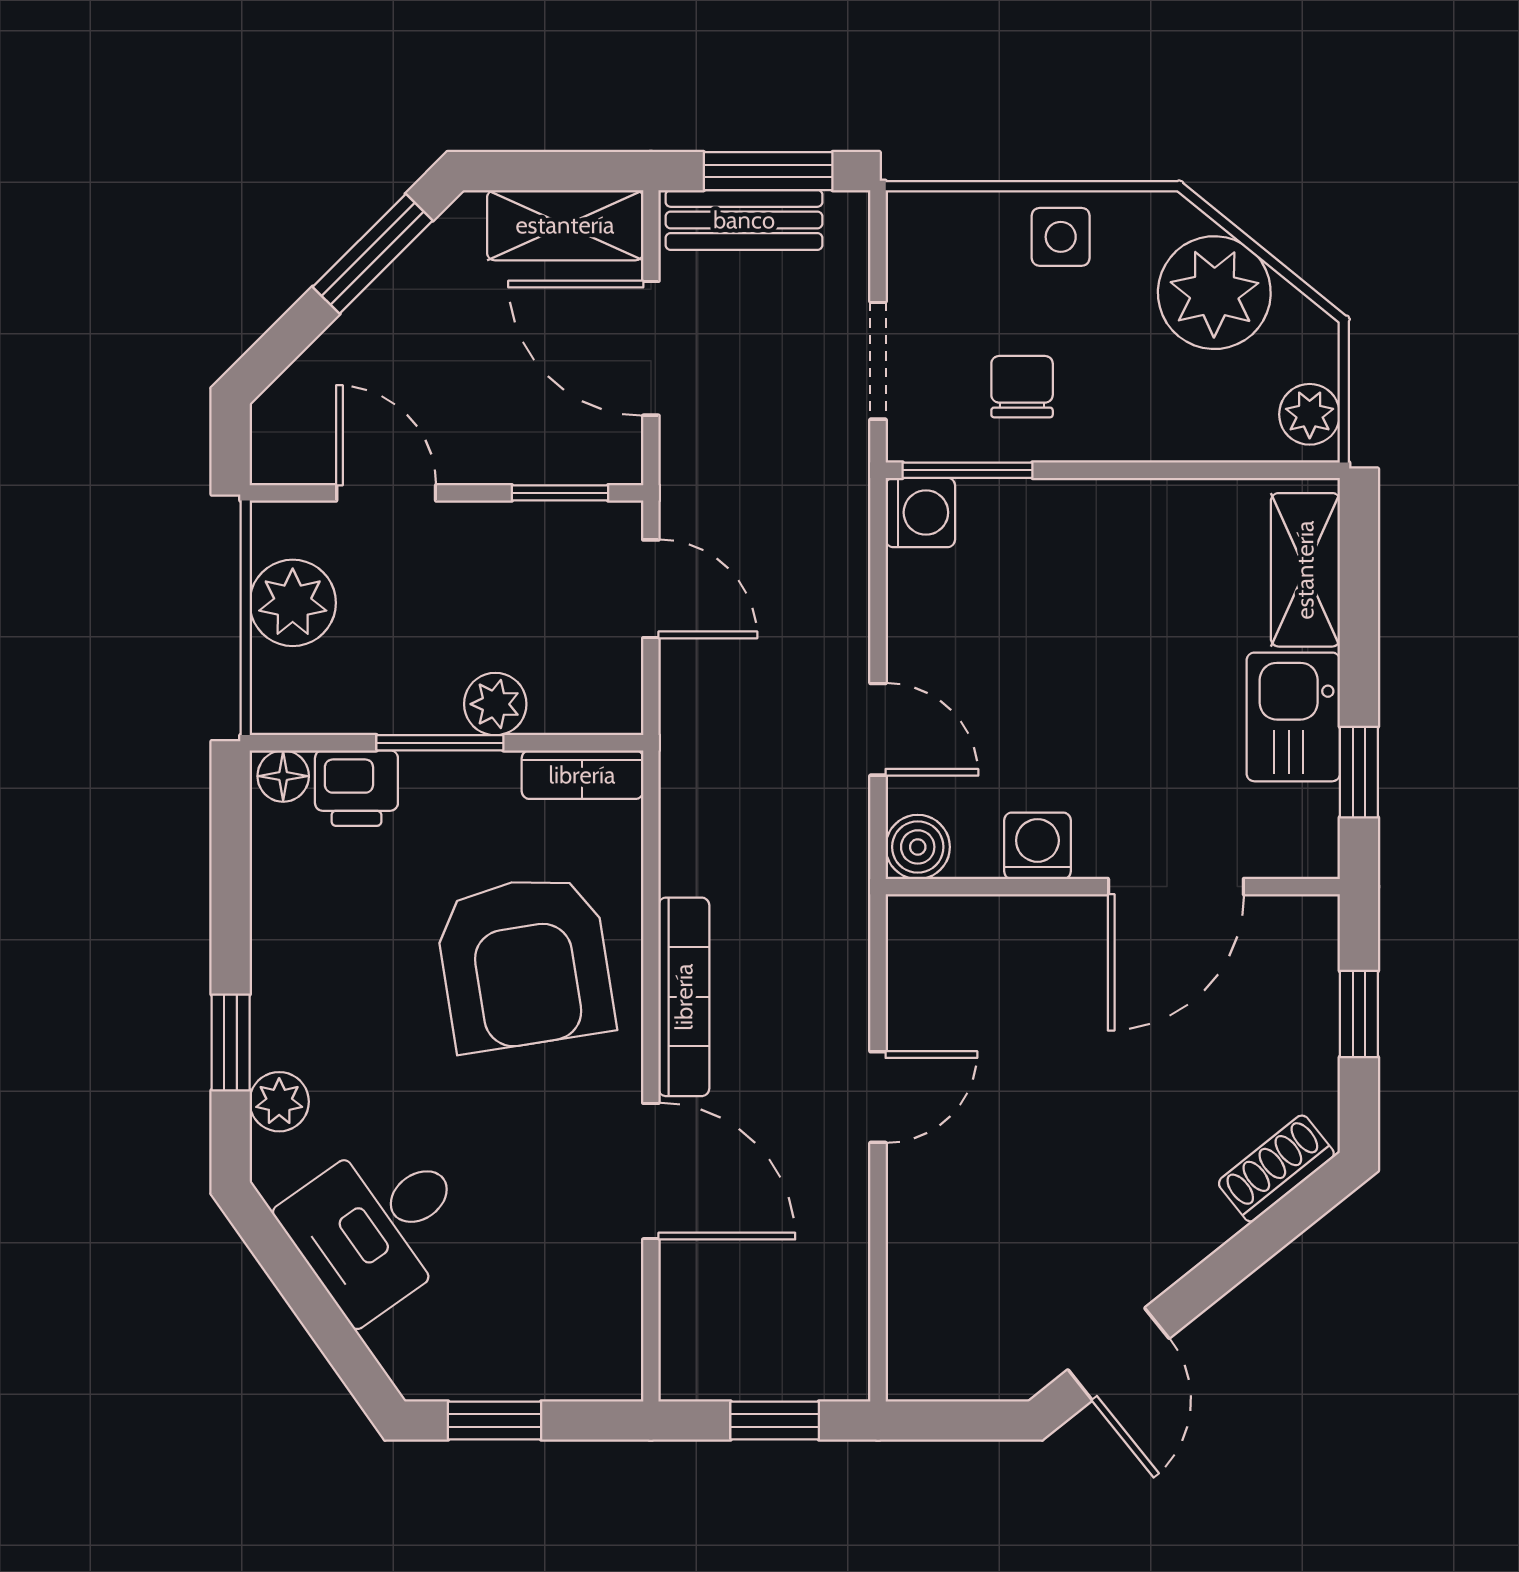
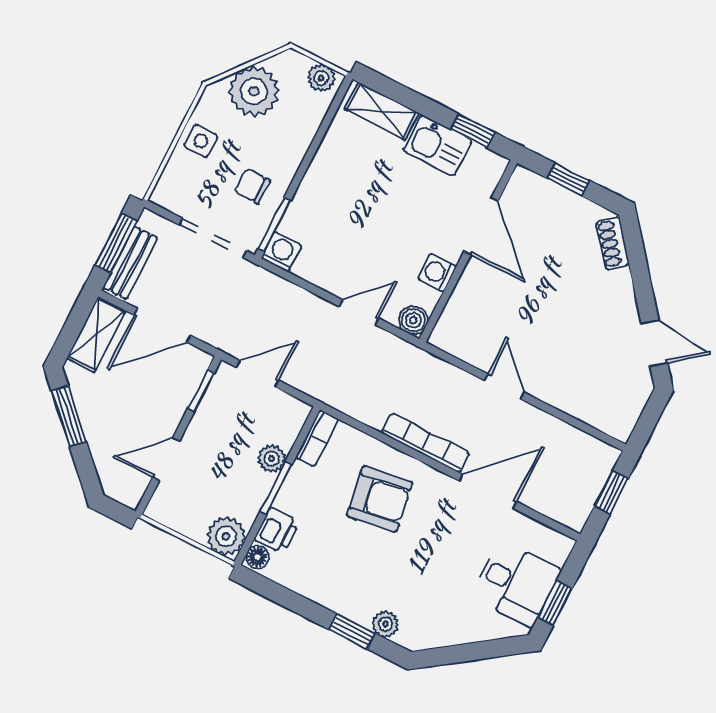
doorway: (878, 361) -> (213, 238), width x1.38
plant: (293, 603) -> (226, 536), moved
armchair: (525, 963) -> (380, 499), width x0.73, depth x0.73
desk: (378, 1225) -> (516, 583), moved, turned -55

